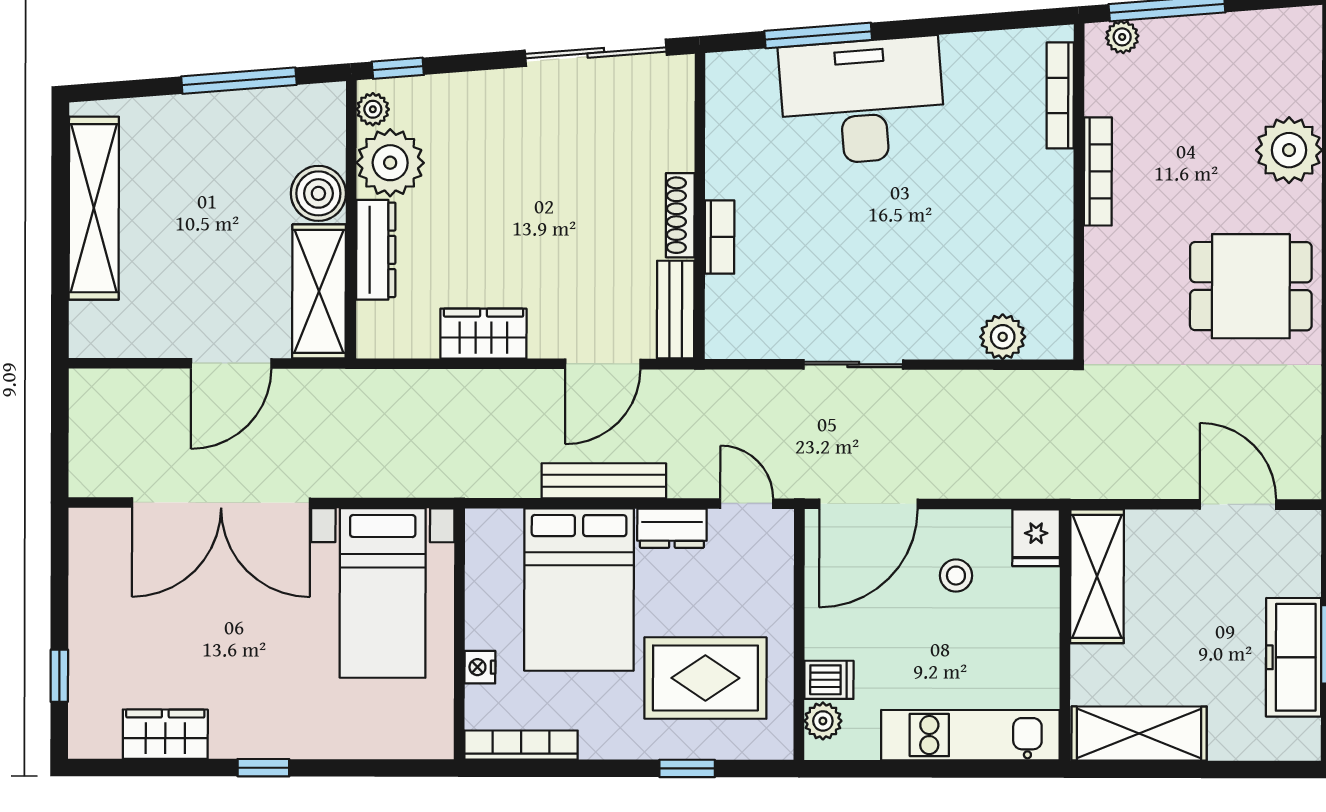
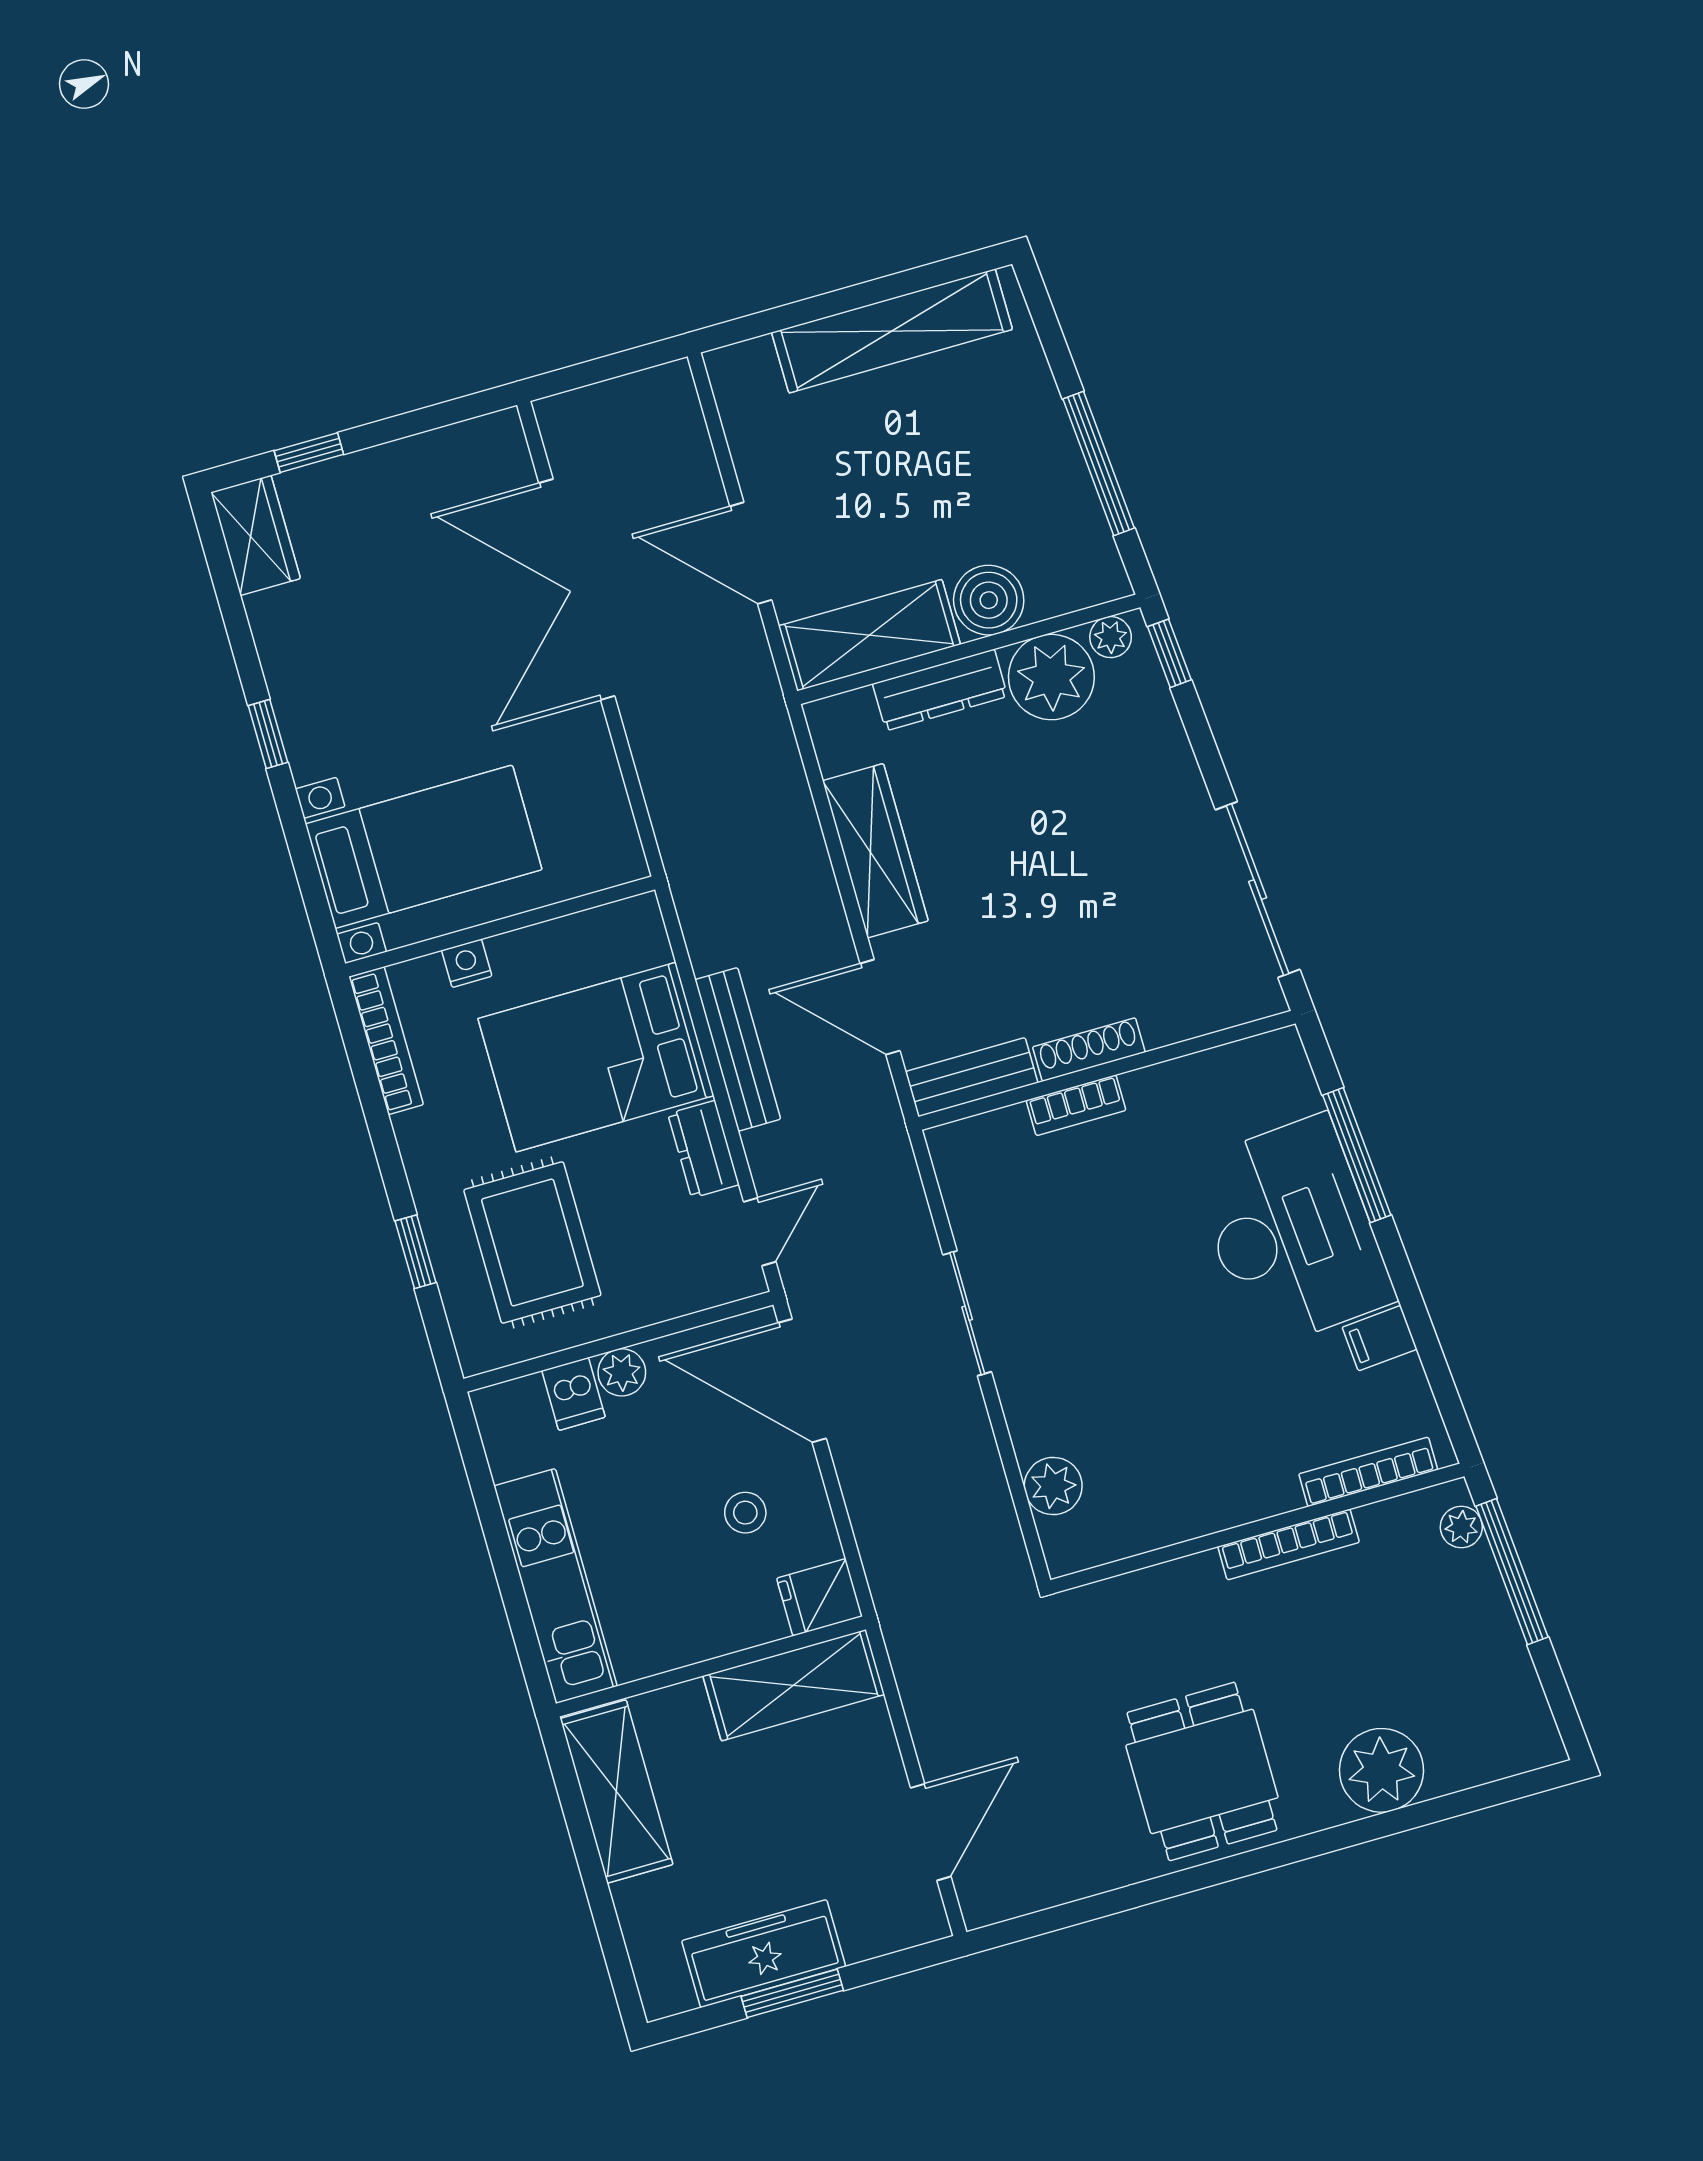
filing cabinet: (962, 58) -> (1380, 1338), added
wardrobe: (483, 334) -> (875, 851), width x1.50
bed with nightstands: (383, 593) -> (424, 847), moved, turned 180
plant: (823, 721) -> (622, 1372), moved
wardrobe: (165, 734) -> (256, 535), moved

